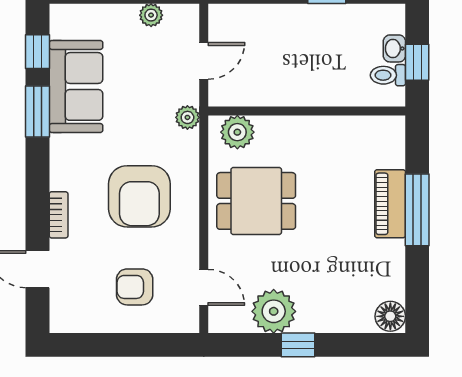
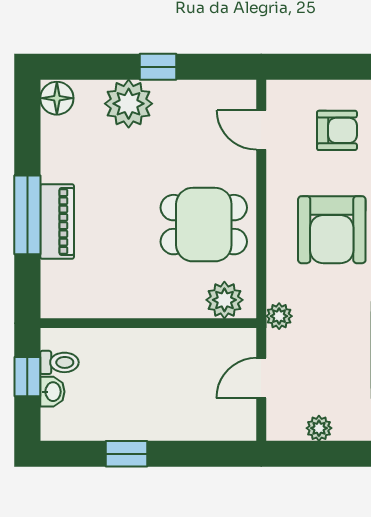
armchair: (139, 196) -> (332, 230), turned 180
plant: (274, 311) -> (129, 104), moved

